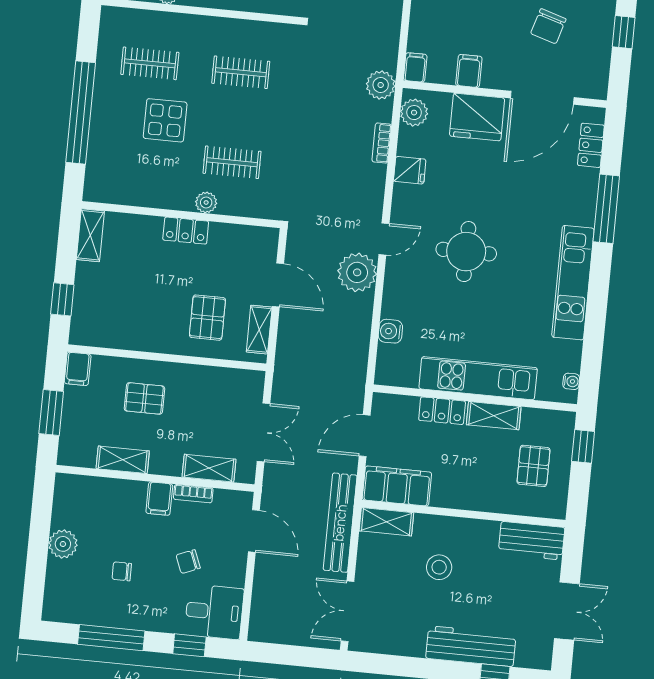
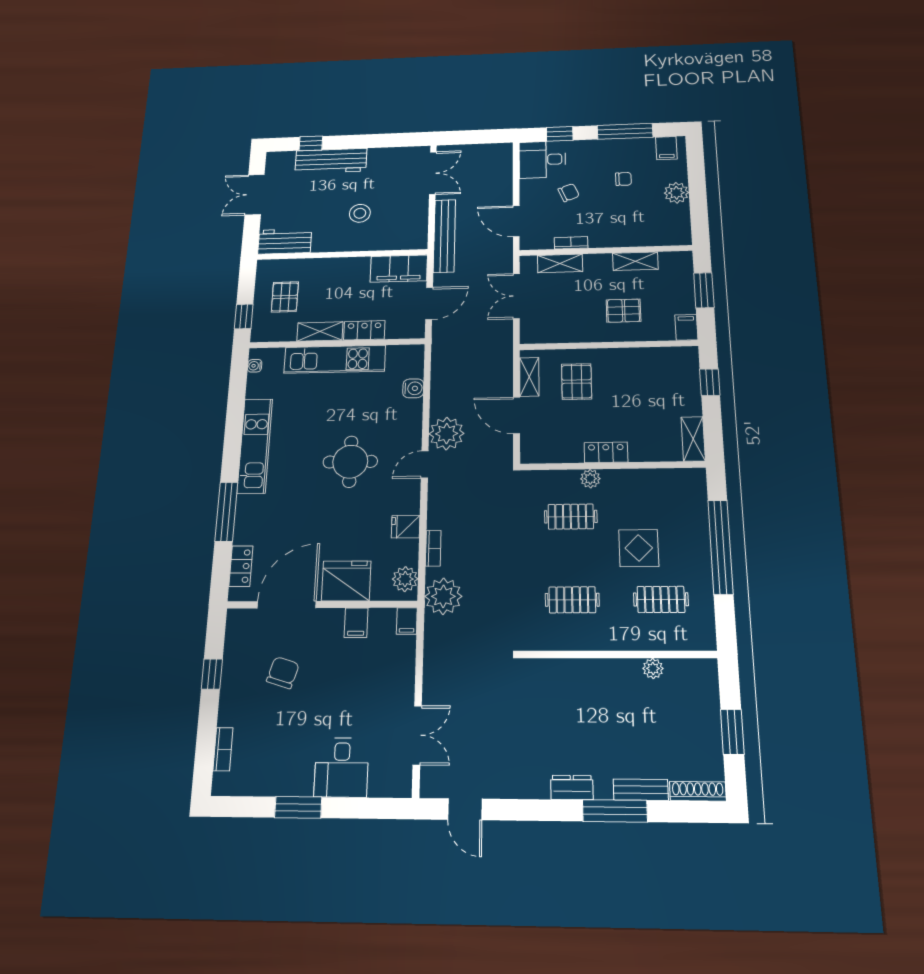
plant: (381, 85) -> (443, 596), width x1.36, depth x1.36
filing cabinet: (159, 499) -> (666, 148), moved, turned 180
shelving: (386, 522) -> (406, 241), removed

